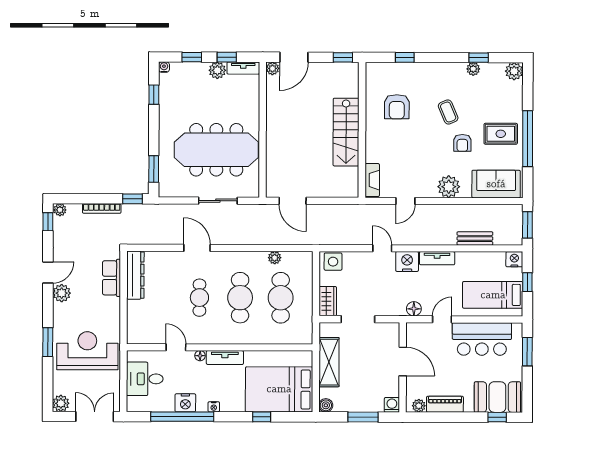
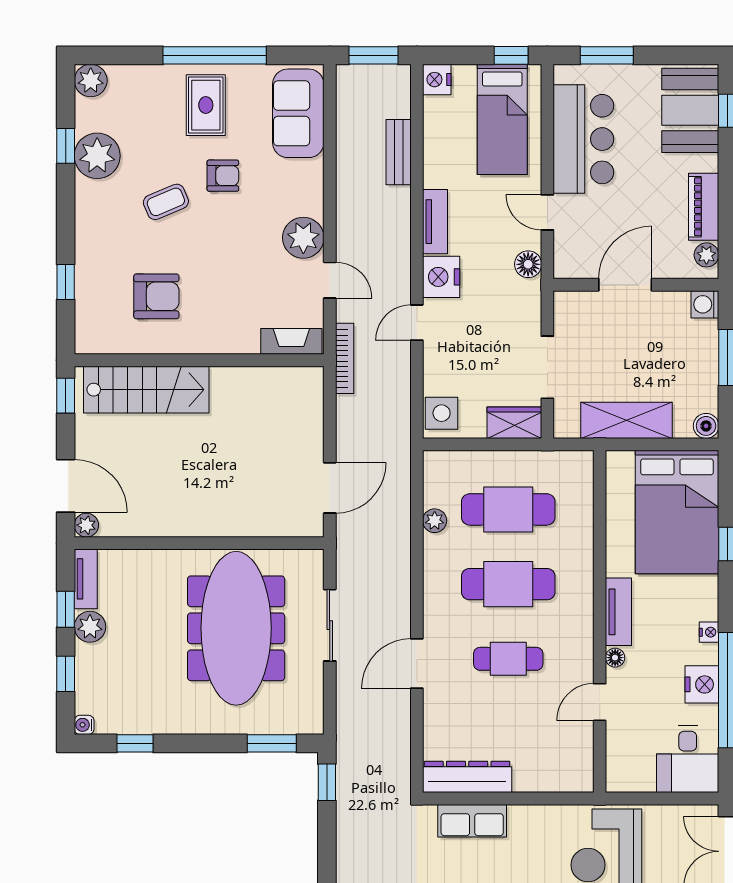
plant: (473, 69) -> (97, 156), width x1.88, depth x1.88
stairs: (346, 132) -> (146, 390), moved
plant: (449, 187) -> (303, 238), moved
bookcase: (102, 208) -> (345, 358), moved
window: (527, 282) -> (511, 55), moved
desk: (145, 379) -> (688, 759), moved

